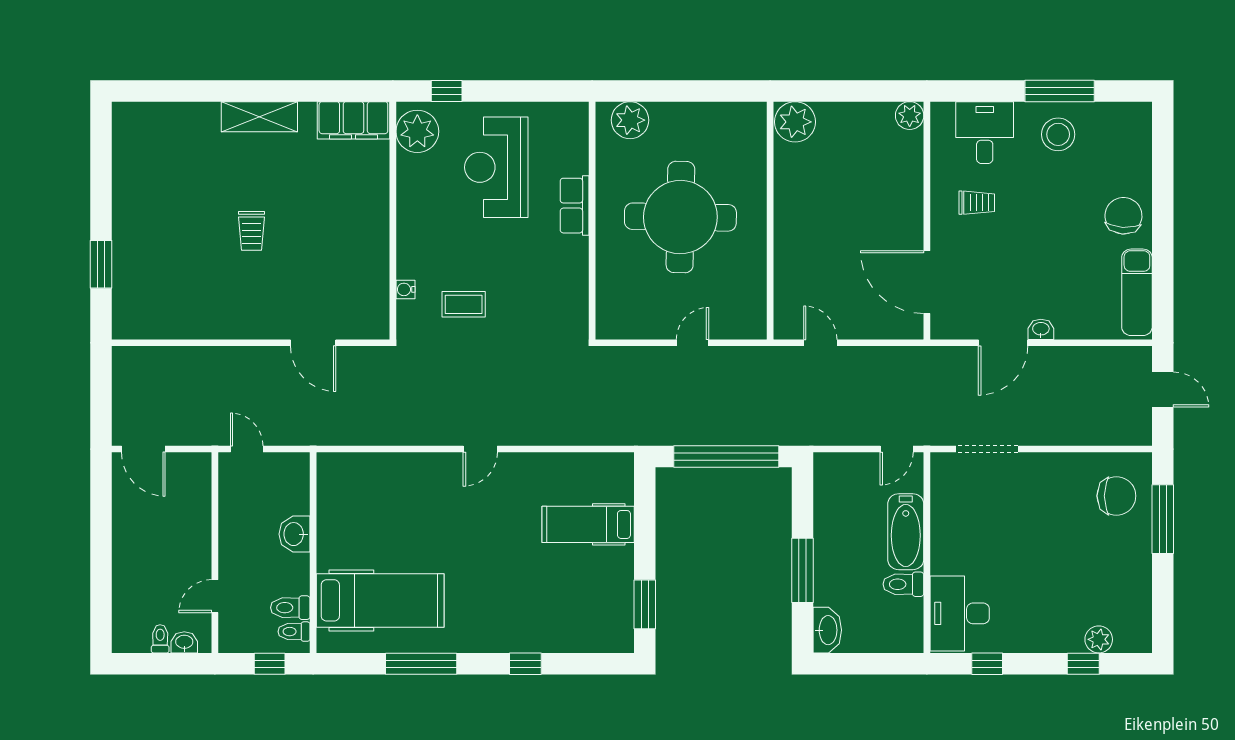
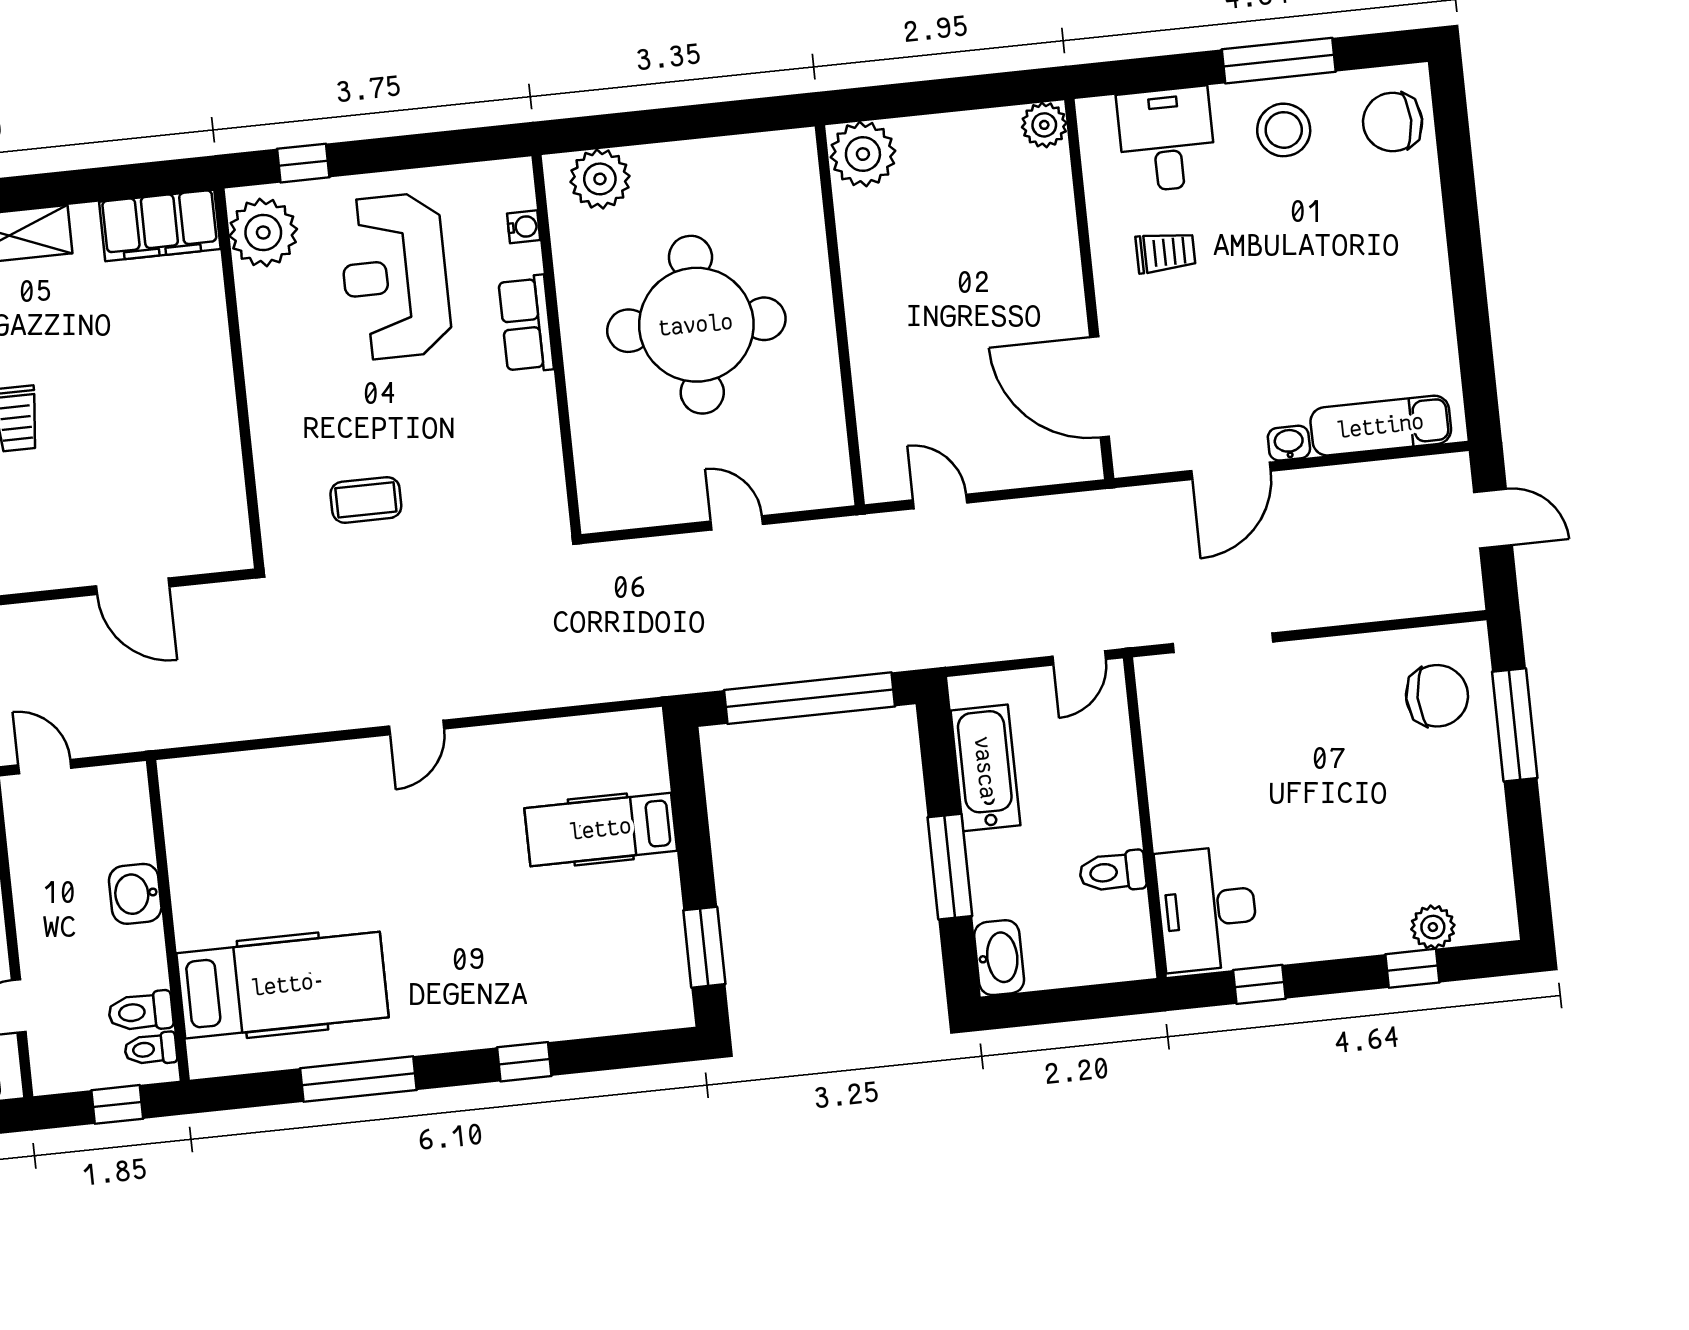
chair: (1123, 216) -> (1393, 122), moved, turned -94
water cooler: (405, 289) -> (524, 227), moved, turned 180
exam couch: (1137, 292) -> (1381, 426), moved, turned 90
door: (693, 343) -> (737, 523), hinge flipped
bathtub: (906, 532) -> (985, 768), moved, turned 180

